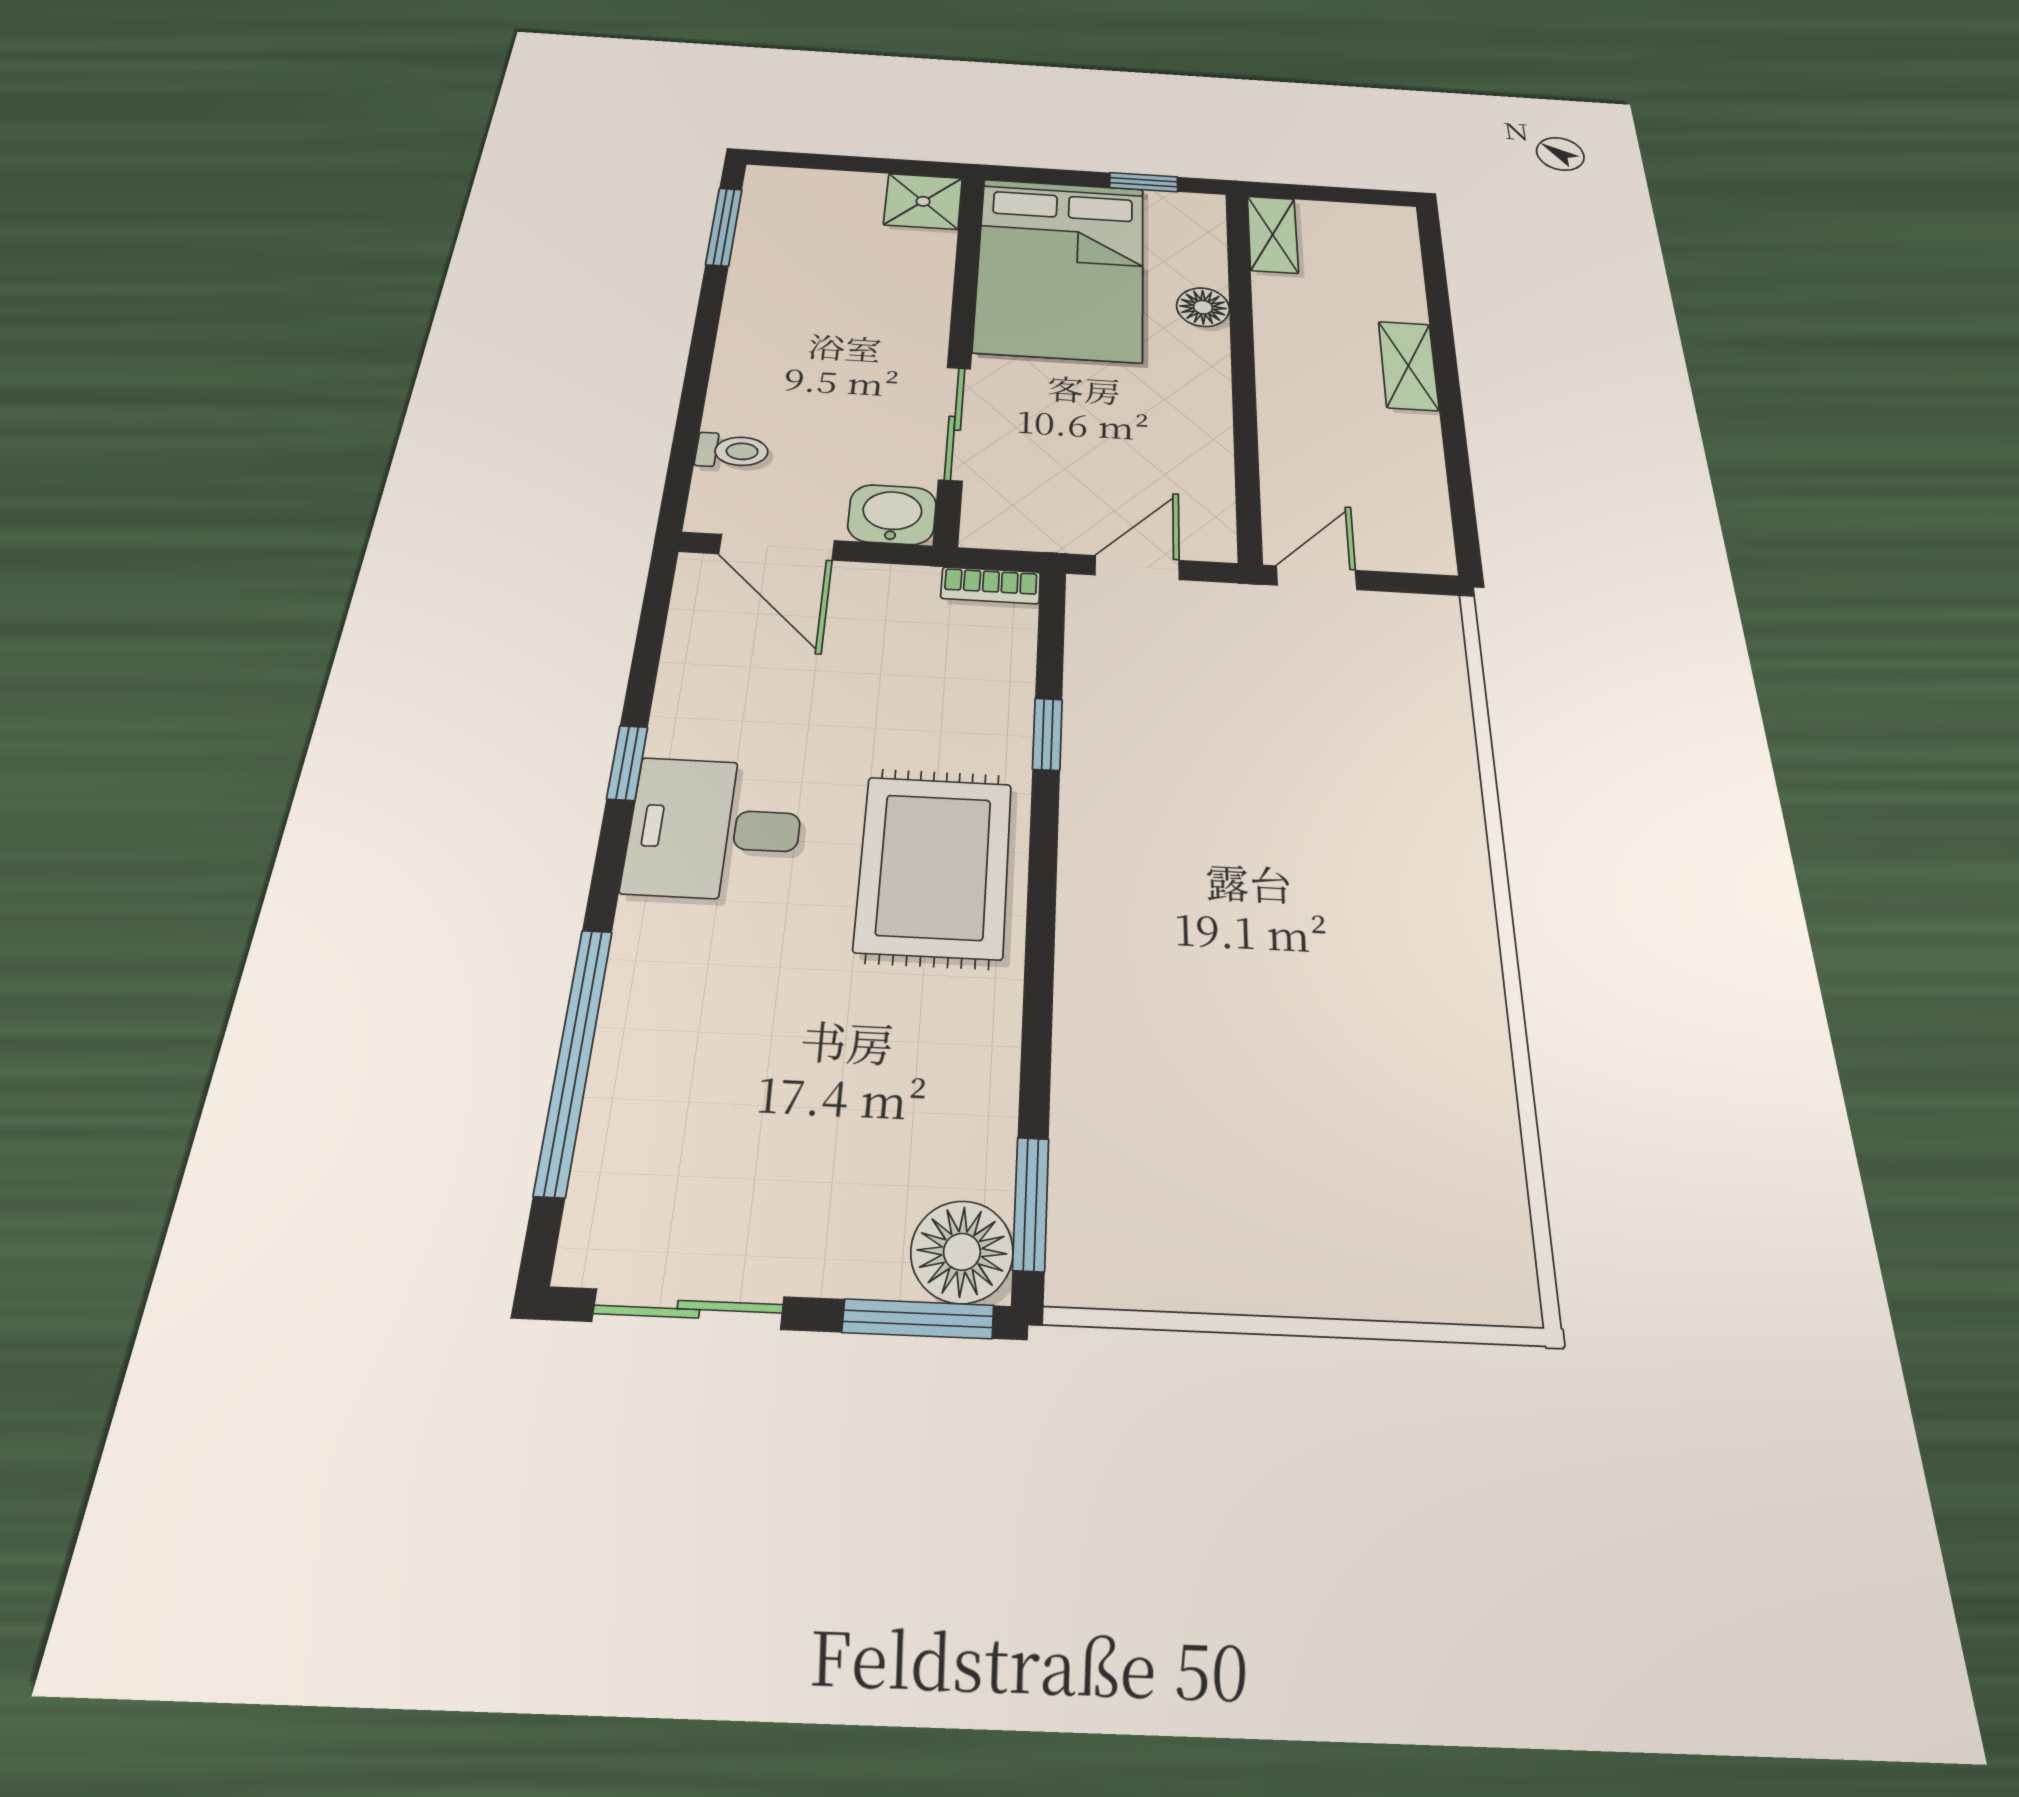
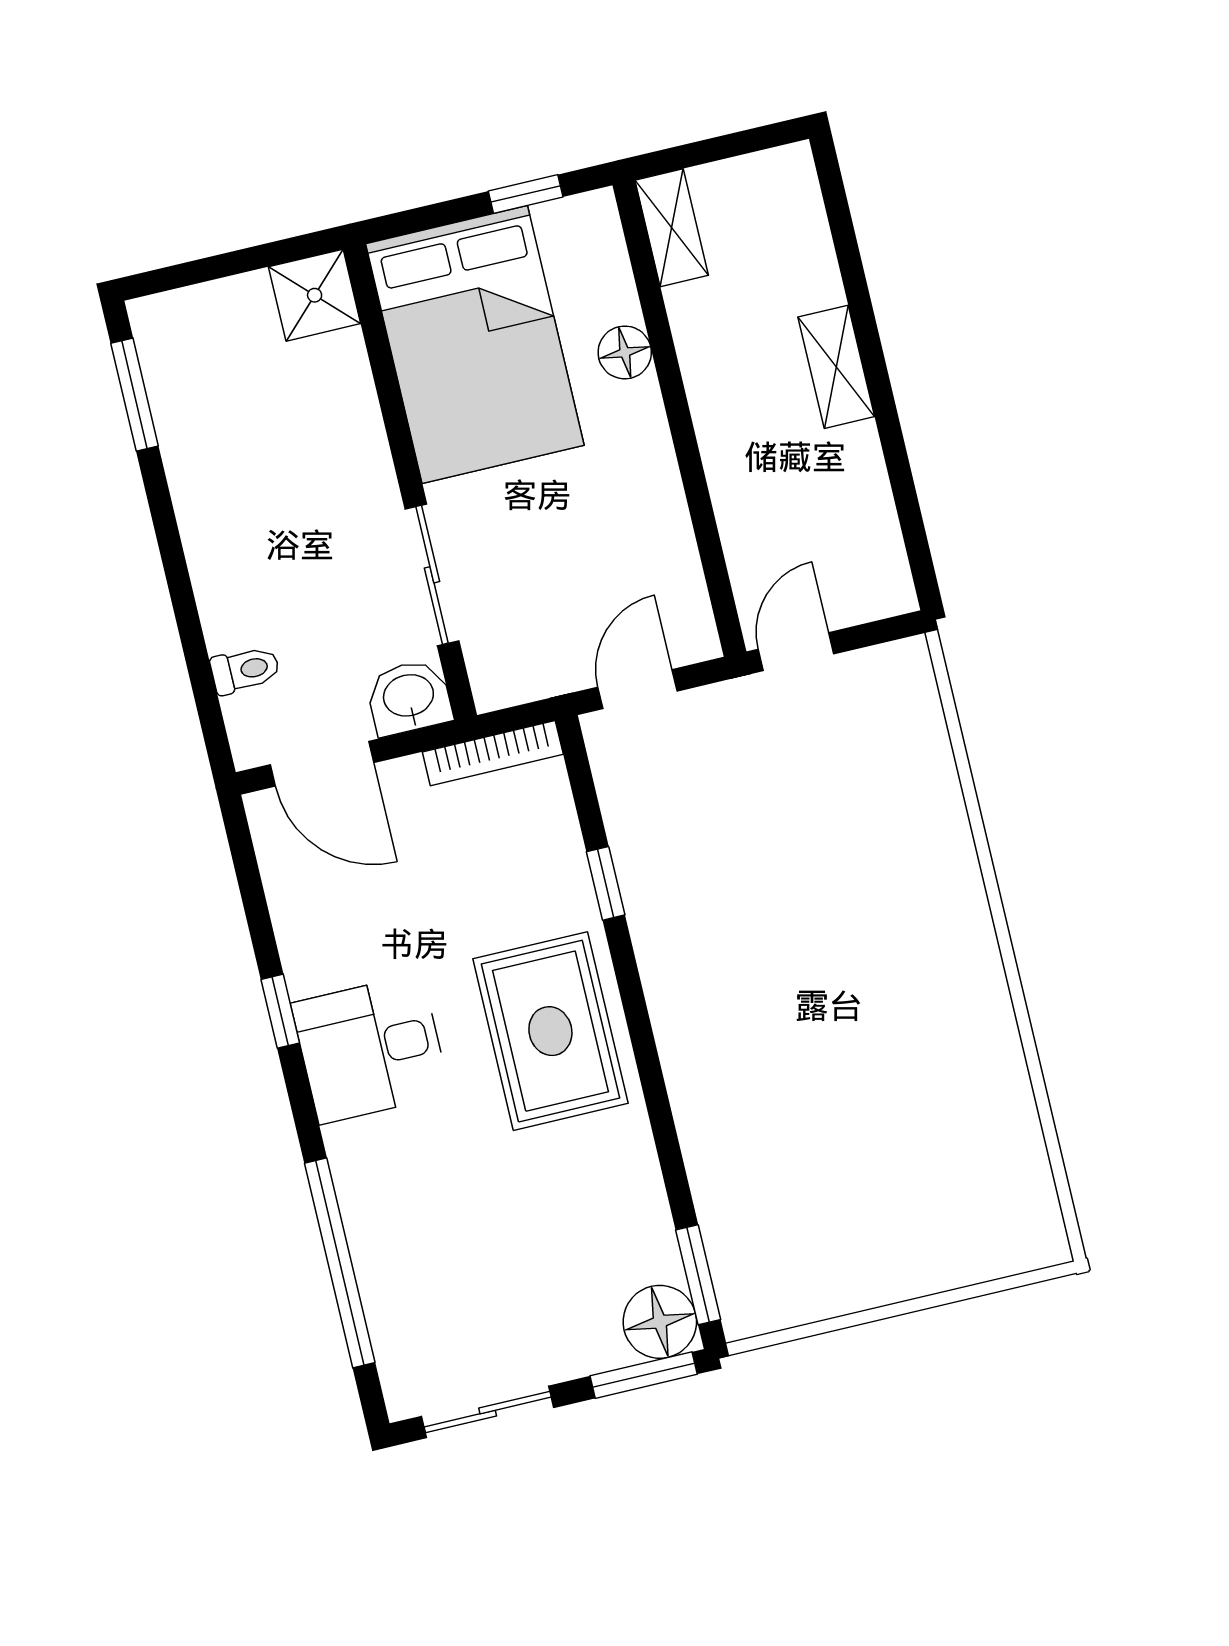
bookcase: (991, 585) -> (493, 753), width x1.56

